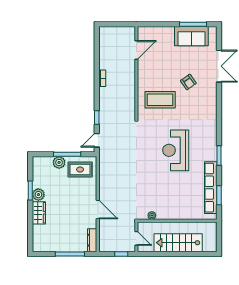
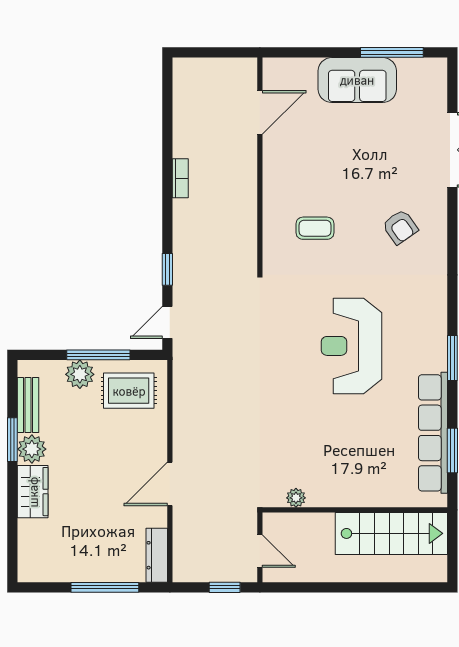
sofa: (191, 36) -> (357, 80), moved
armchair: (188, 82) -> (400, 227), moved
coffee table: (160, 100) -> (315, 228), width x0.54, depth x0.58
bench: (37, 176) -> (28, 405), added
door: (98, 210) -> (170, 484), swing flipped
stairs: (178, 243) -> (391, 533), moved, turned 180

